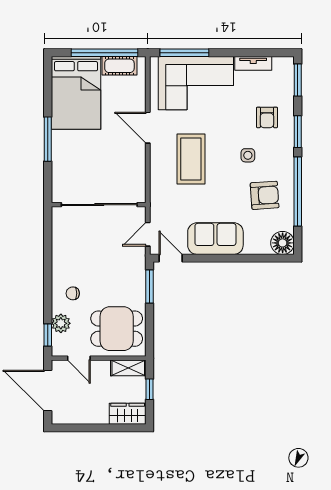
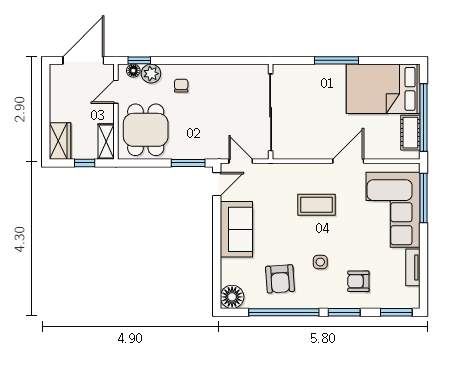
coffee table: (191, 159) -> (317, 205), width x0.73, depth x0.76
floor lamp: (58, 341) -> (133, 71), added

